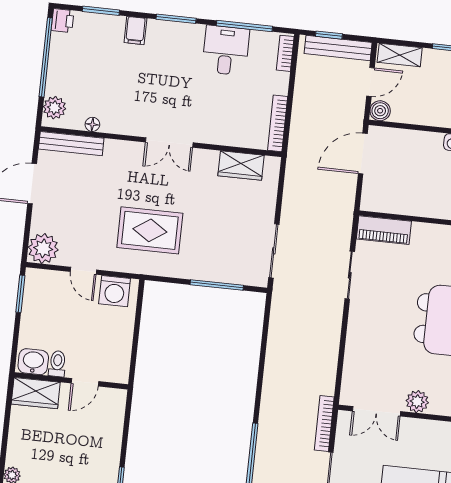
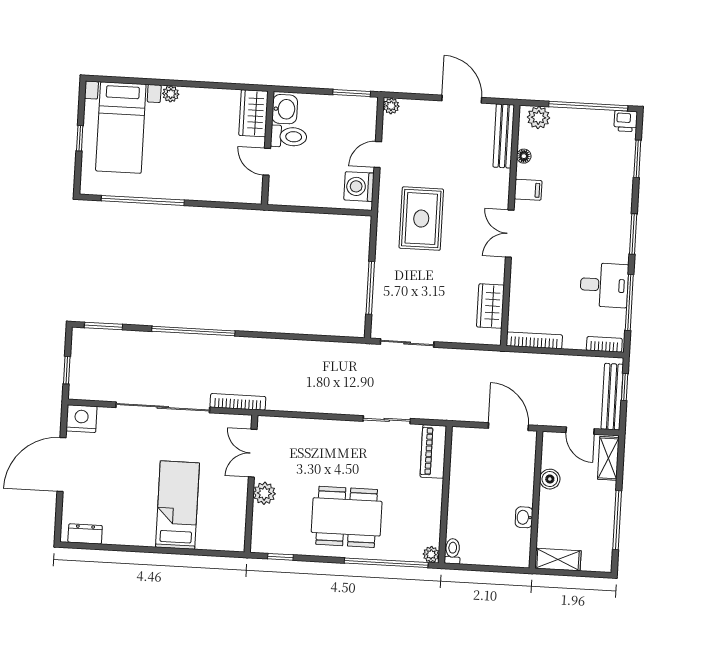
filing cabinet: (135, 30) -> (528, 190), moved, turned 180
boiler: (380, 111) -> (550, 479), moved
plant: (43, 248) -> (391, 106), width x0.53, depth x0.53
toilet: (57, 364) -> (289, 137), width x1.37, depth x1.39

